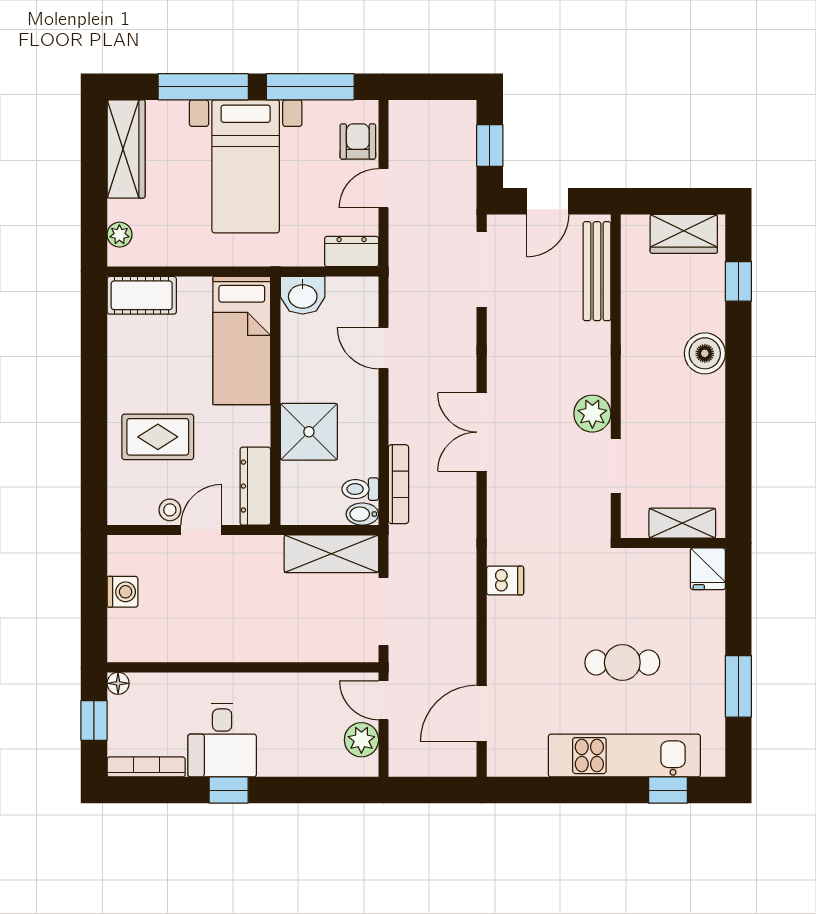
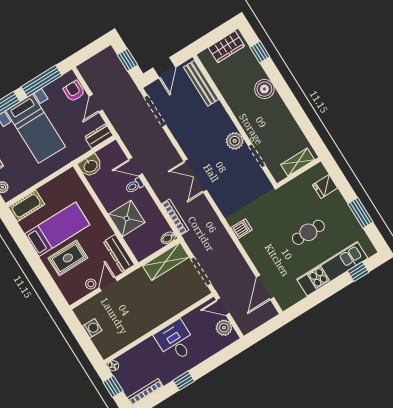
bed: (242, 341) -> (57, 229), moved, turned -90
toilet: (360, 489) -> (134, 186), moved
fridge: (708, 569) -> (325, 186), moved, turned 90
desk: (222, 740) -> (176, 341), moved, turned 180

